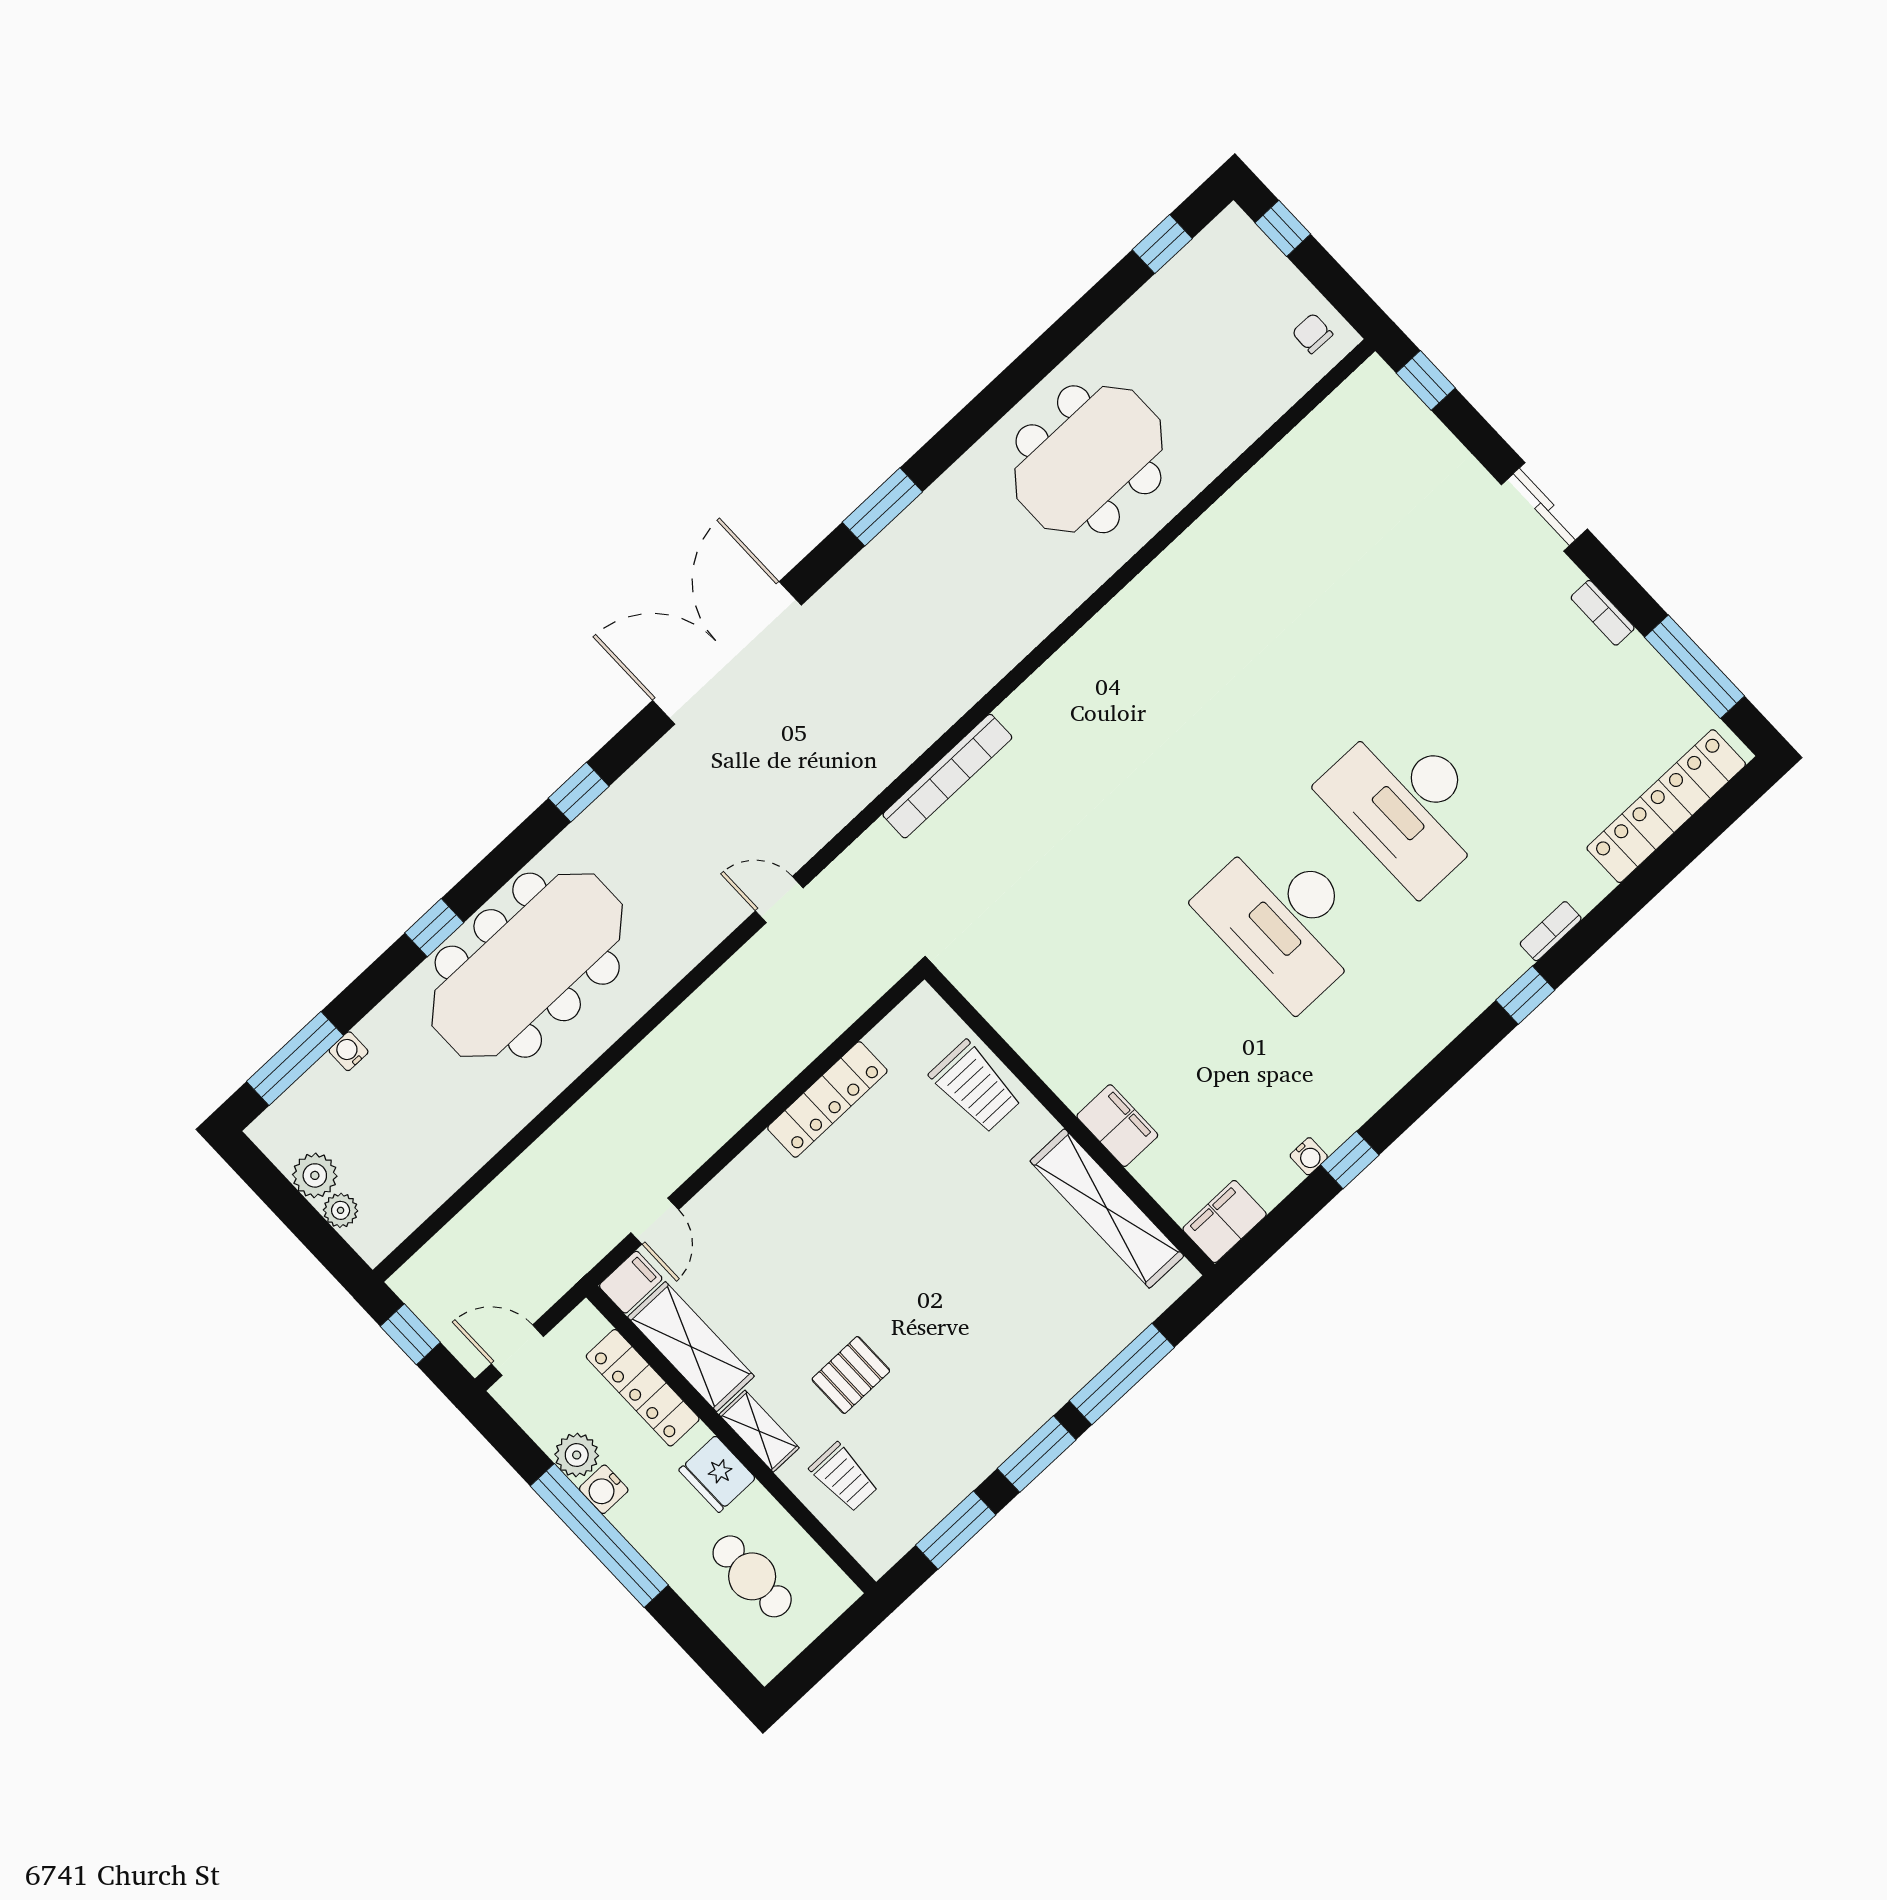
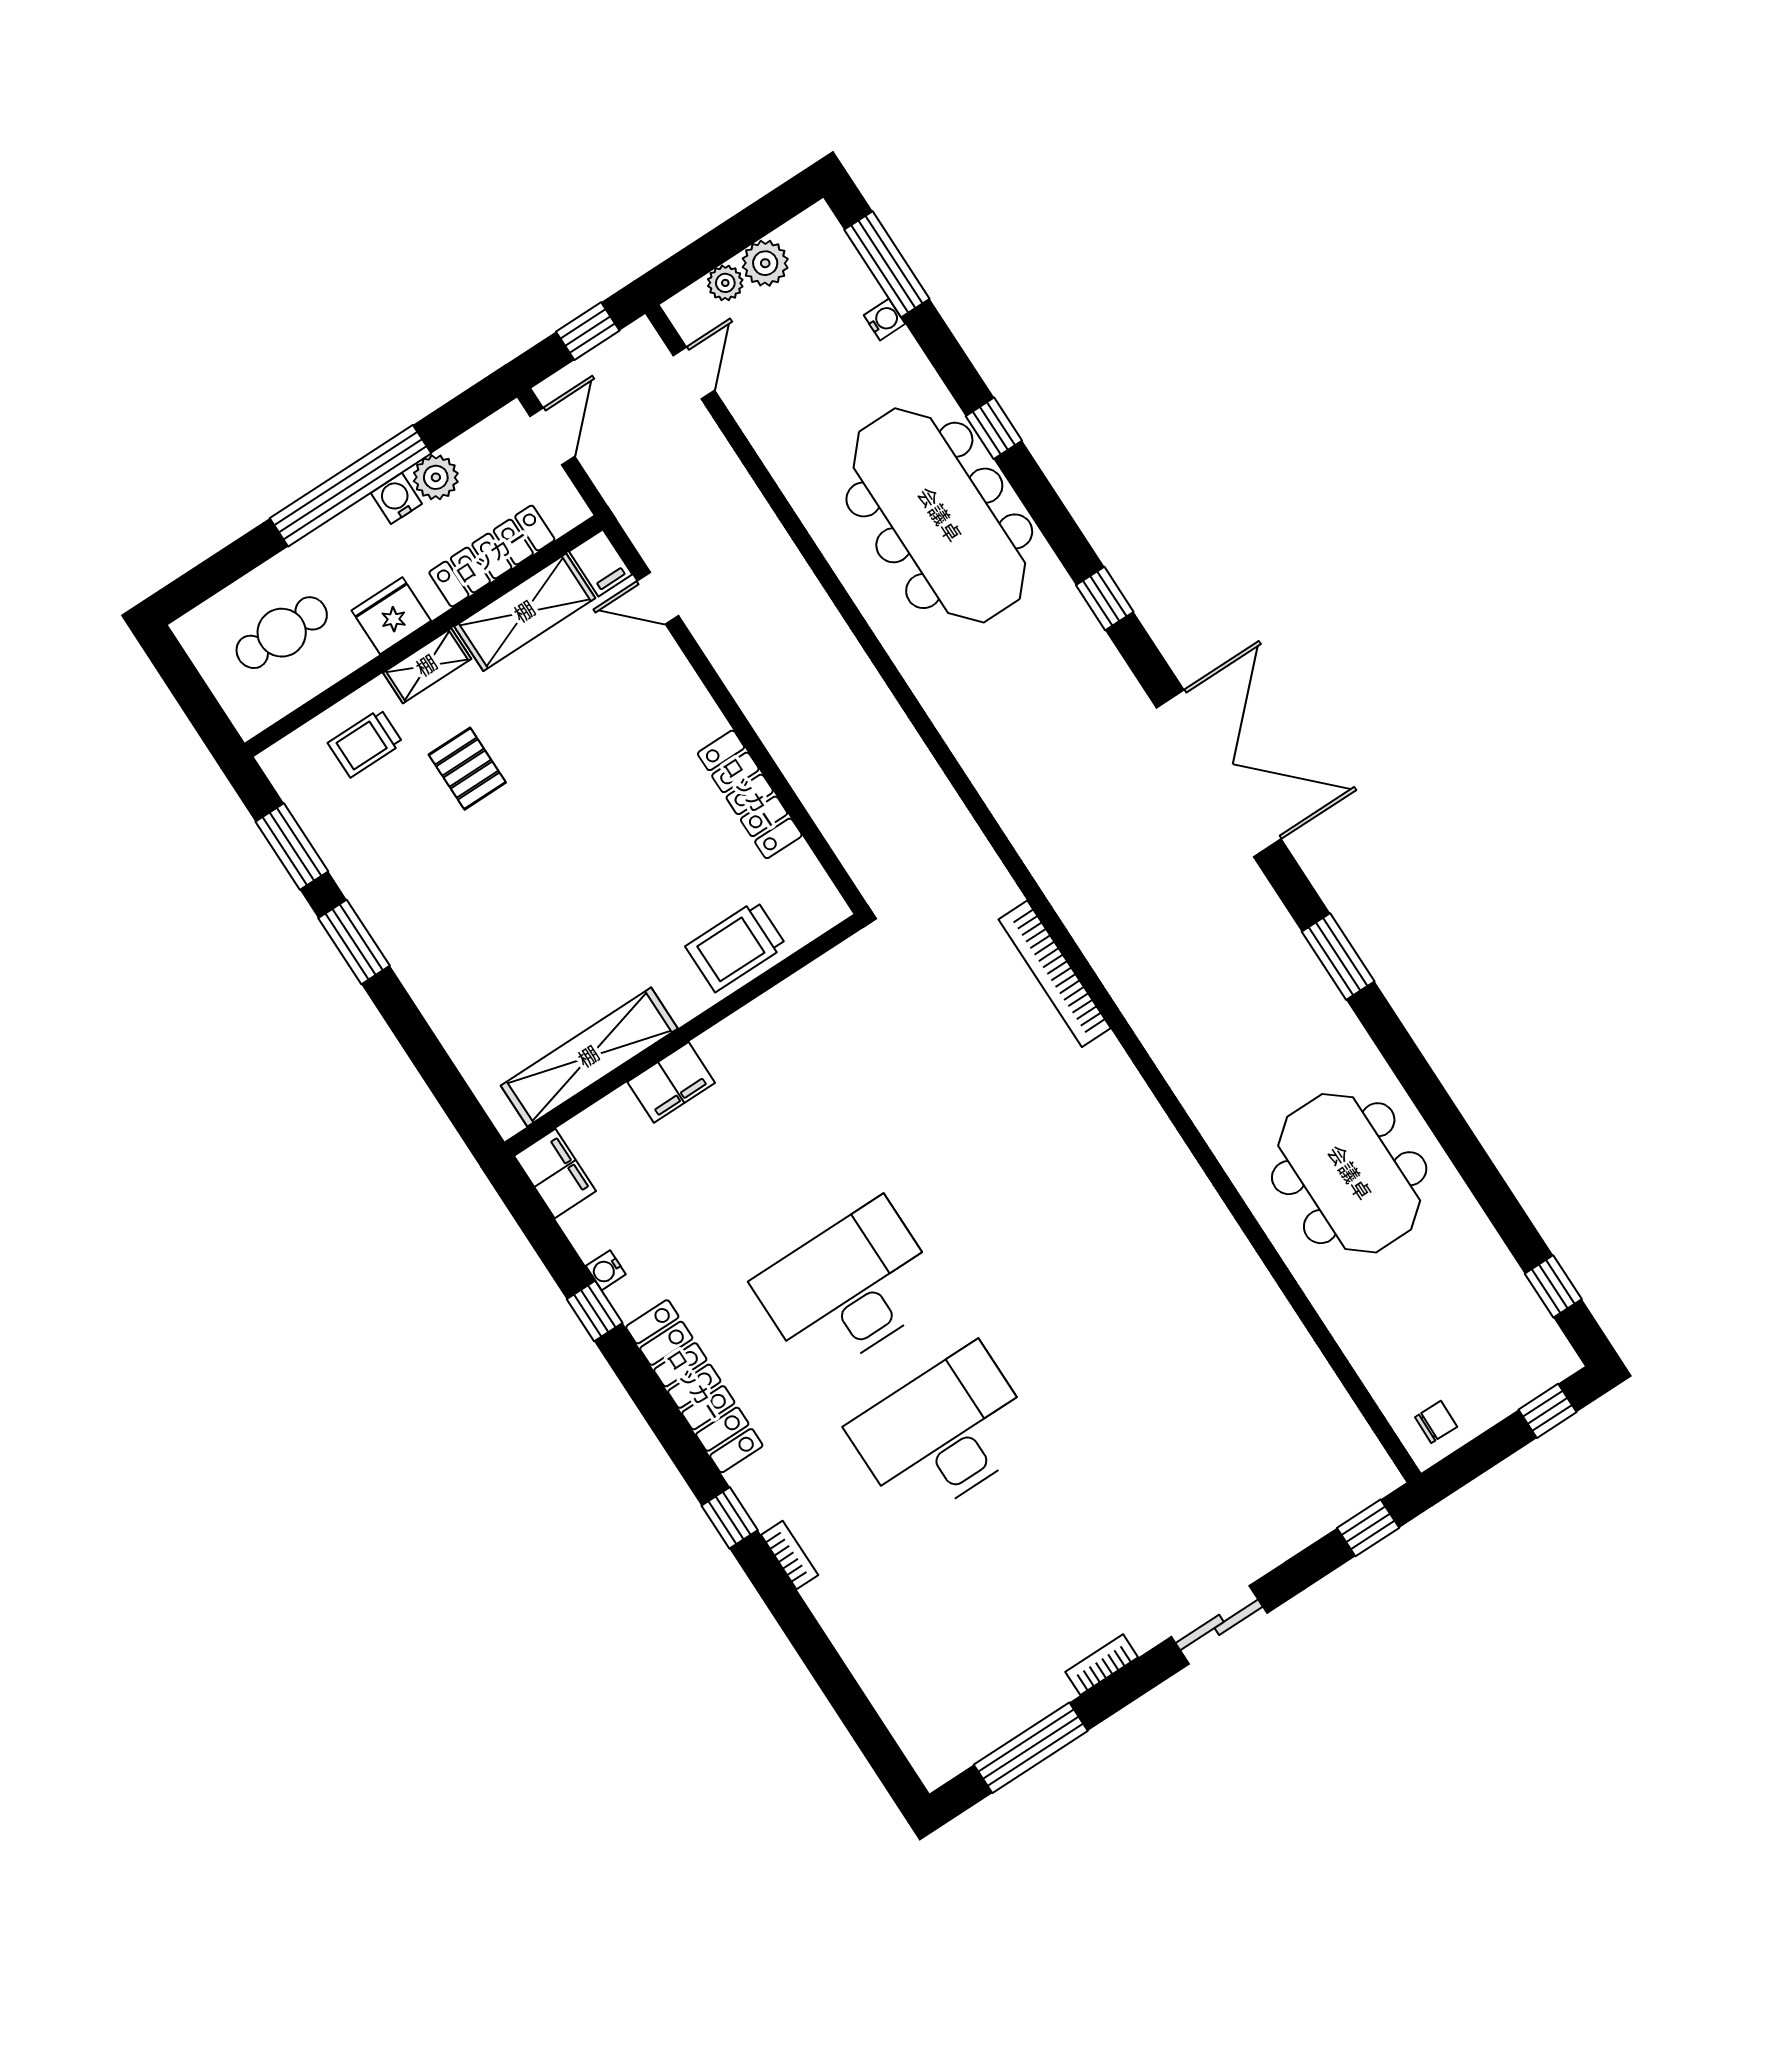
locker: (1666, 806) -> (694, 1386), moved
door: (779, 899) -> (694, 373), moved
window: (1122, 1374) -> (420, 1042), removed

